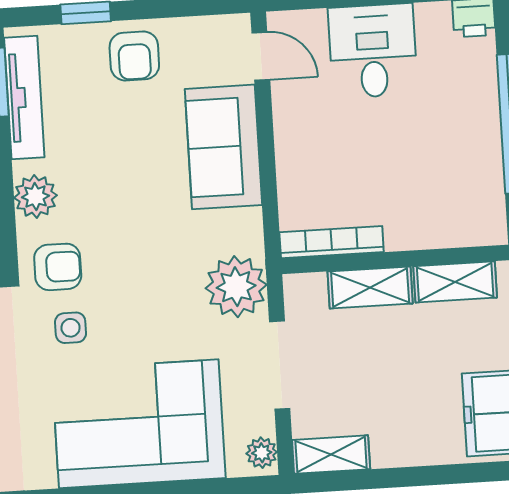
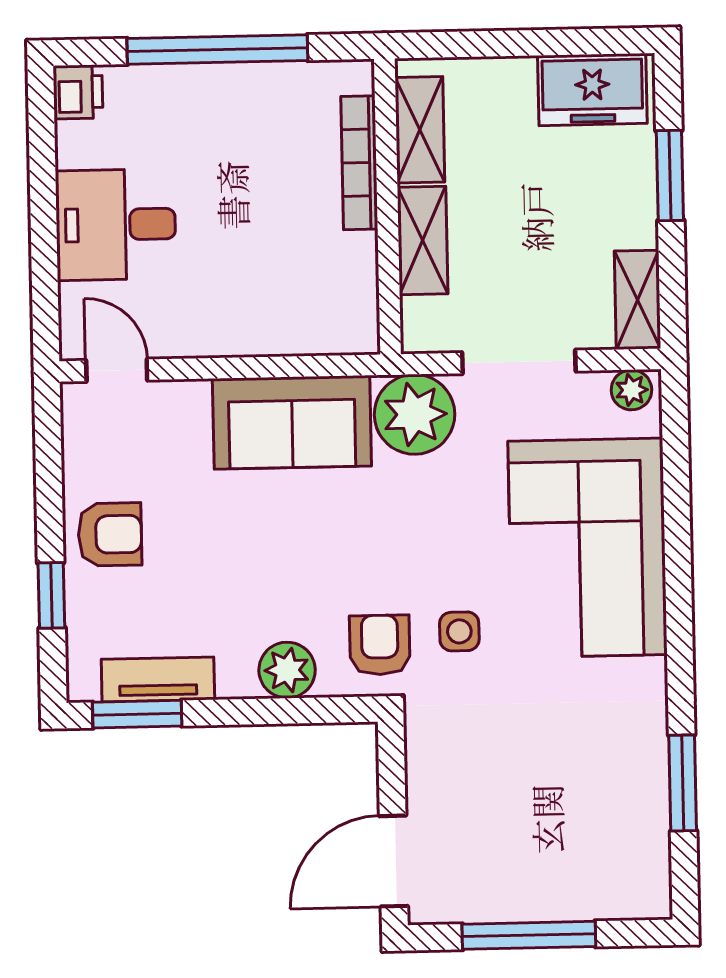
door: (261, 56) -> (117, 370), hinge flipped
tv unit: (24, 97) -> (158, 679), width x0.71
sofa: (223, 147) -> (292, 422), moved
bookcase: (332, 242) -> (359, 163), moved
window: (428, 476) -> (670, 175), added

